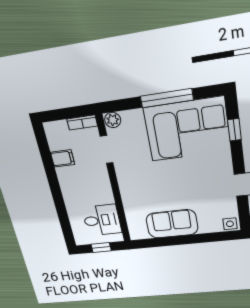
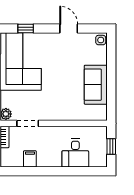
desk: (102, 220) -> (75, 153), moved, turned 180

